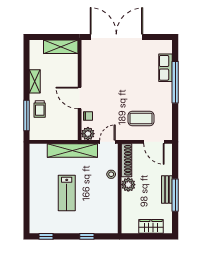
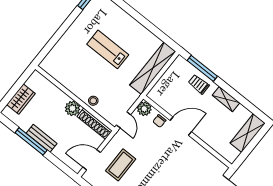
shelving: (61, 47) -> (248, 133), moved
shelving: (72, 151) -> (153, 68), moved
window: (87, 236) -> (57, 37), removed

